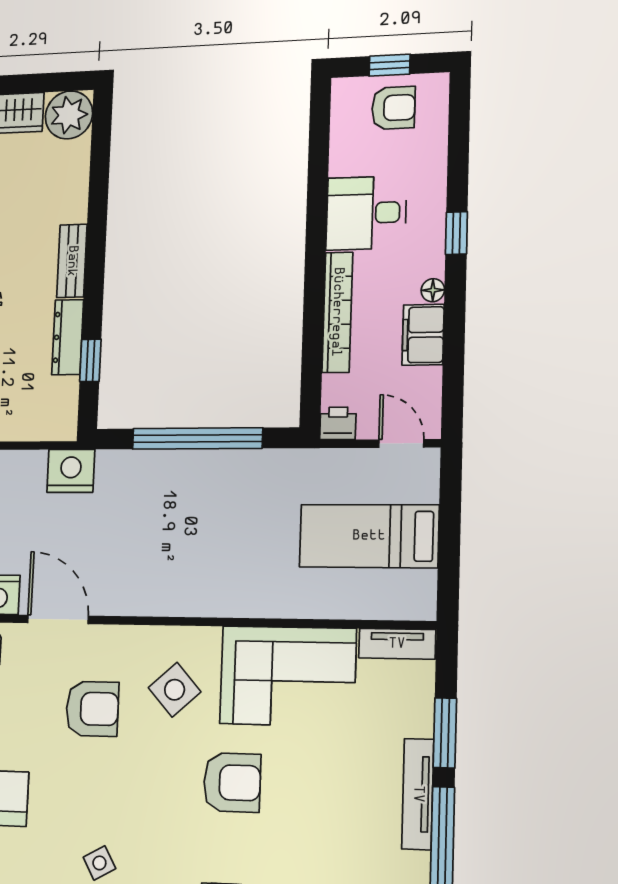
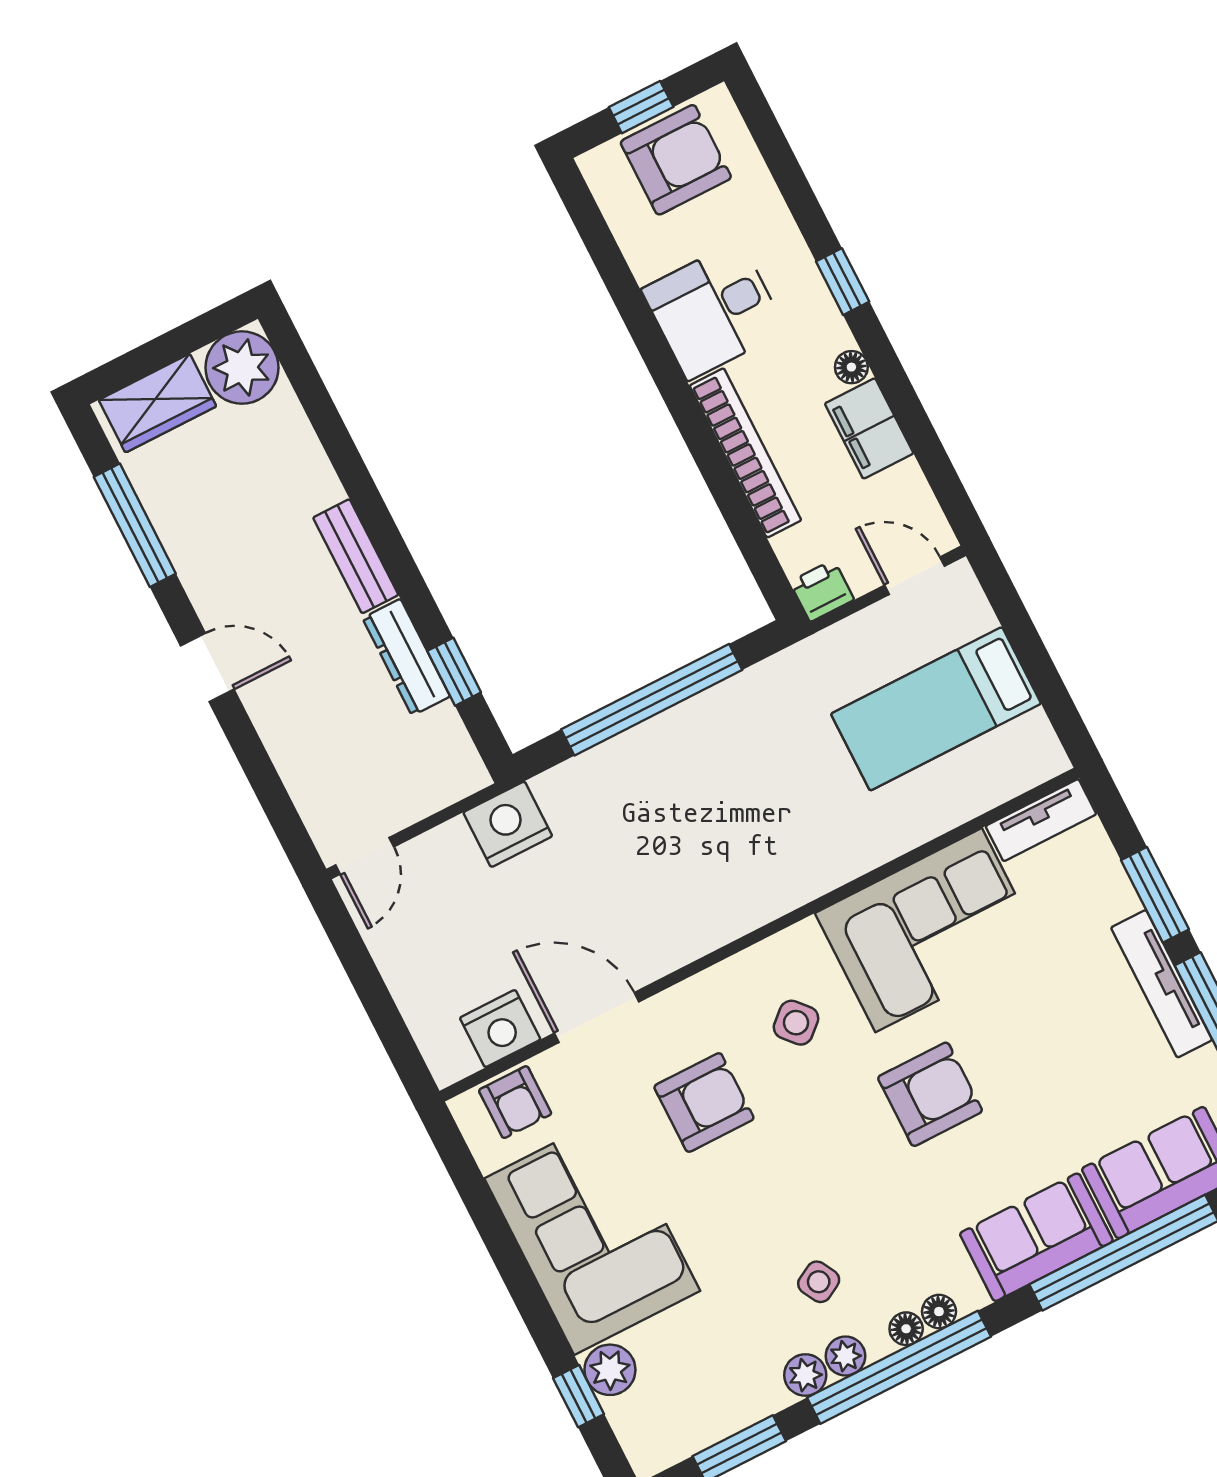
armchair: (393, 108) -> (676, 160), width x1.38, depth x1.38
side table: (175, 690) -> (796, 1023), width x0.73, depth x0.73

